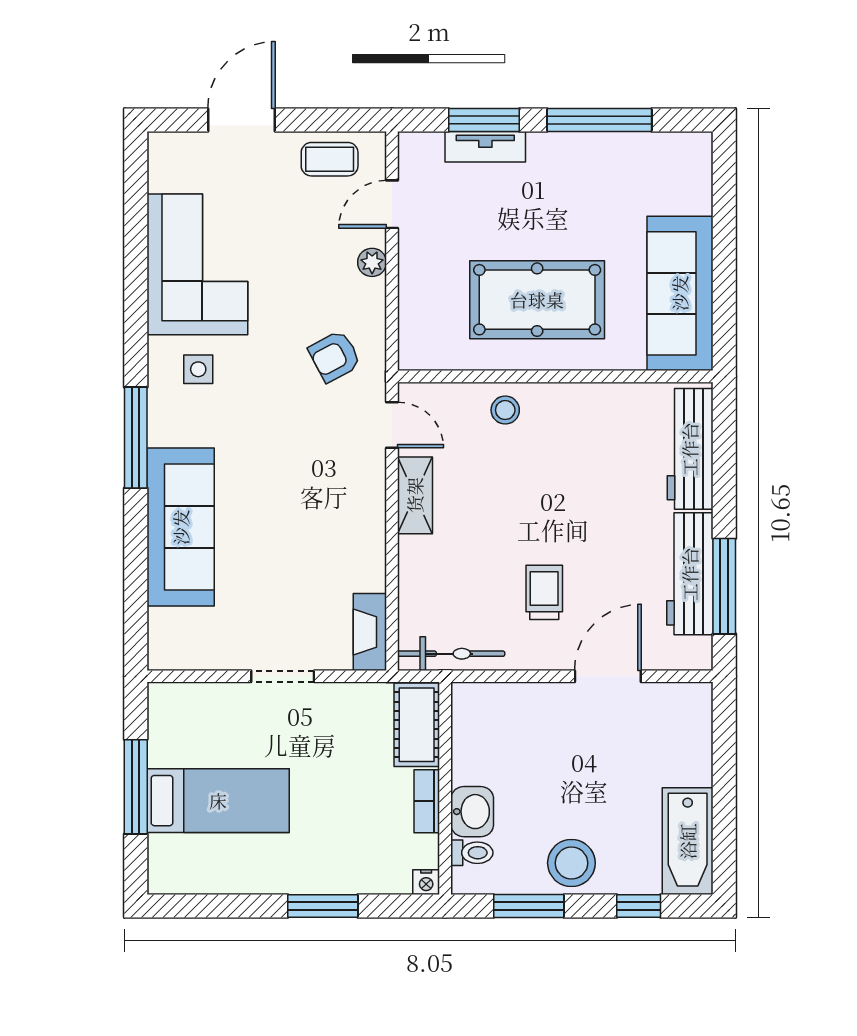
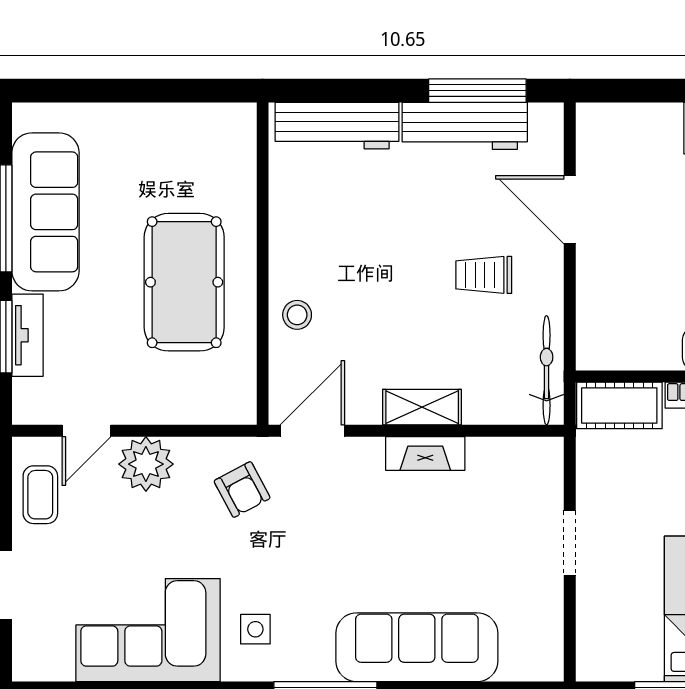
door: (392, 204) -> (86, 431), hinge flipped
plant: (372, 262) -> (146, 464), width x1.88, depth x1.88
sofa: (680, 293) -> (45, 212), moved, turned -90
door: (392, 425) -> (312, 431), width x1.38
shelving: (415, 495) -> (422, 407), moved
fireplace: (370, 632) -> (425, 454), moved

